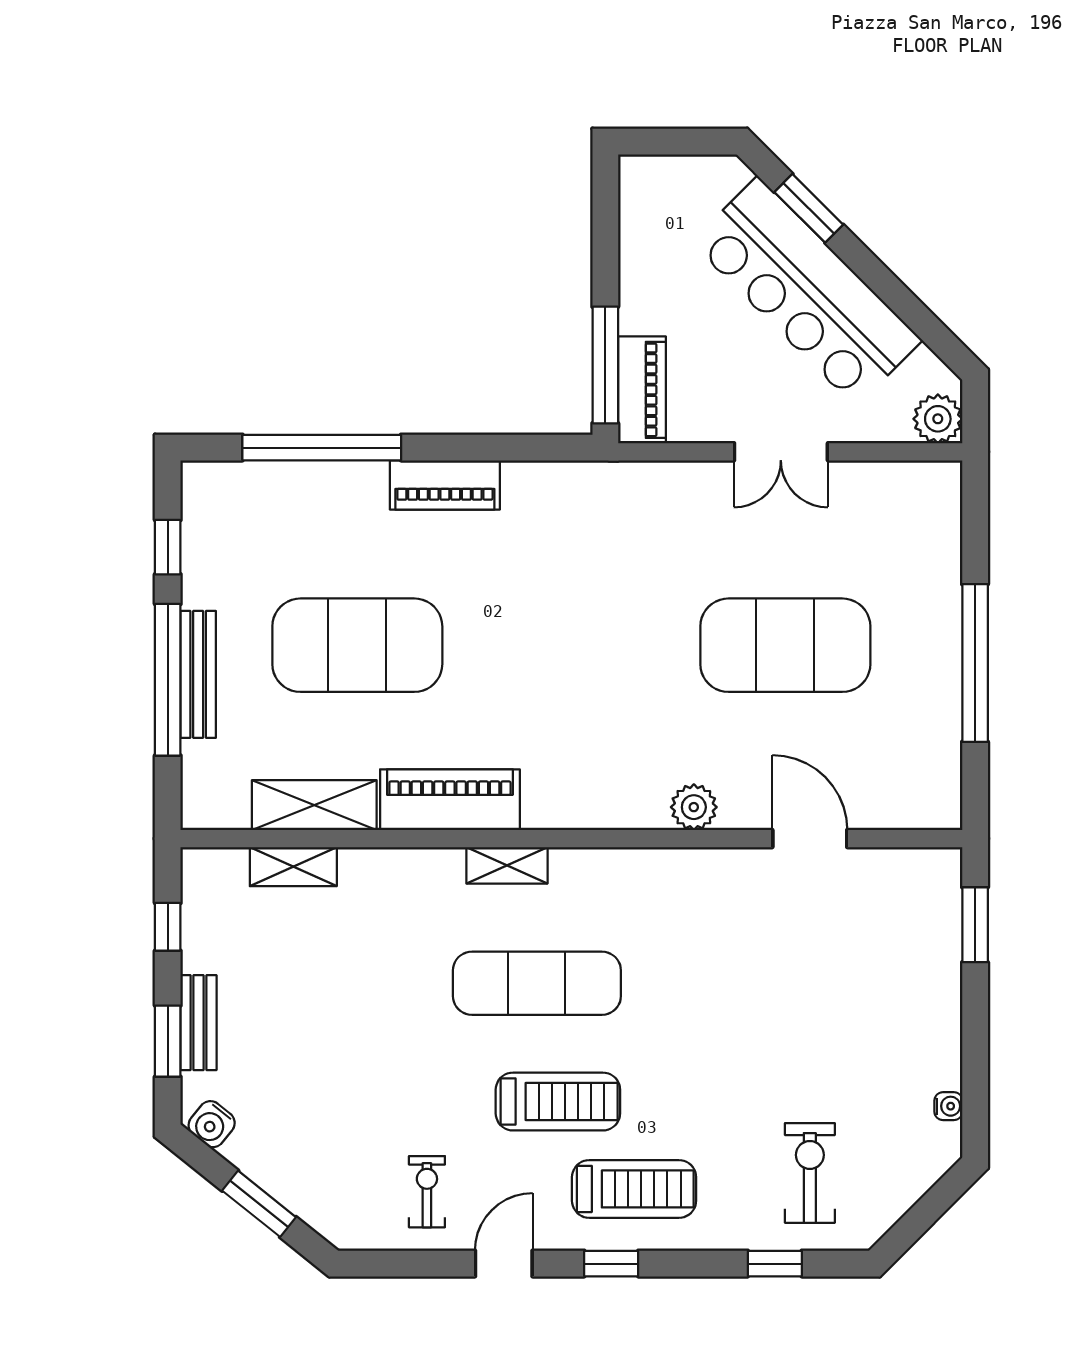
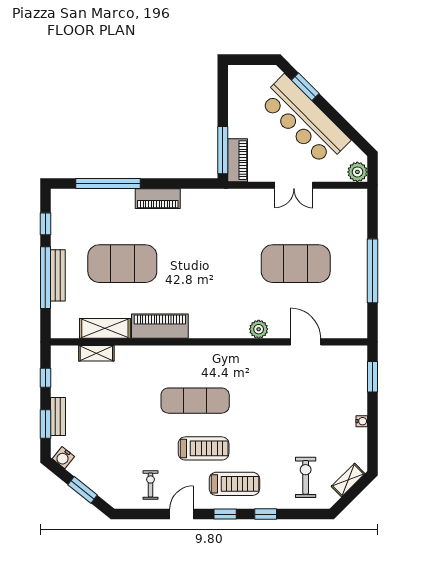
shelving: (507, 865) -> (348, 480), moved, turned -45
water cooler: (948, 1106) -> (362, 421), moved
window: (775, 1264) -> (266, 514), moved

